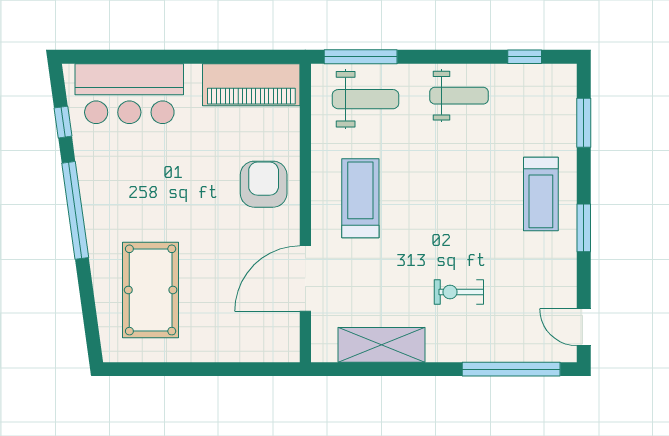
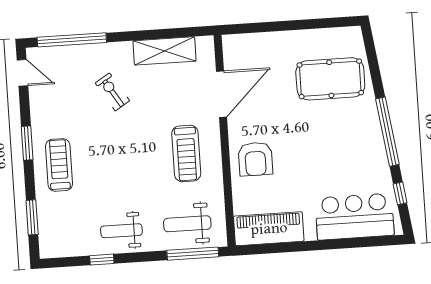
window: (525, 57) -> (102, 260), moved
pool table: (151, 290) -> (330, 79), turned 90
exercise bike: (459, 292) -> (112, 92), turned -122

